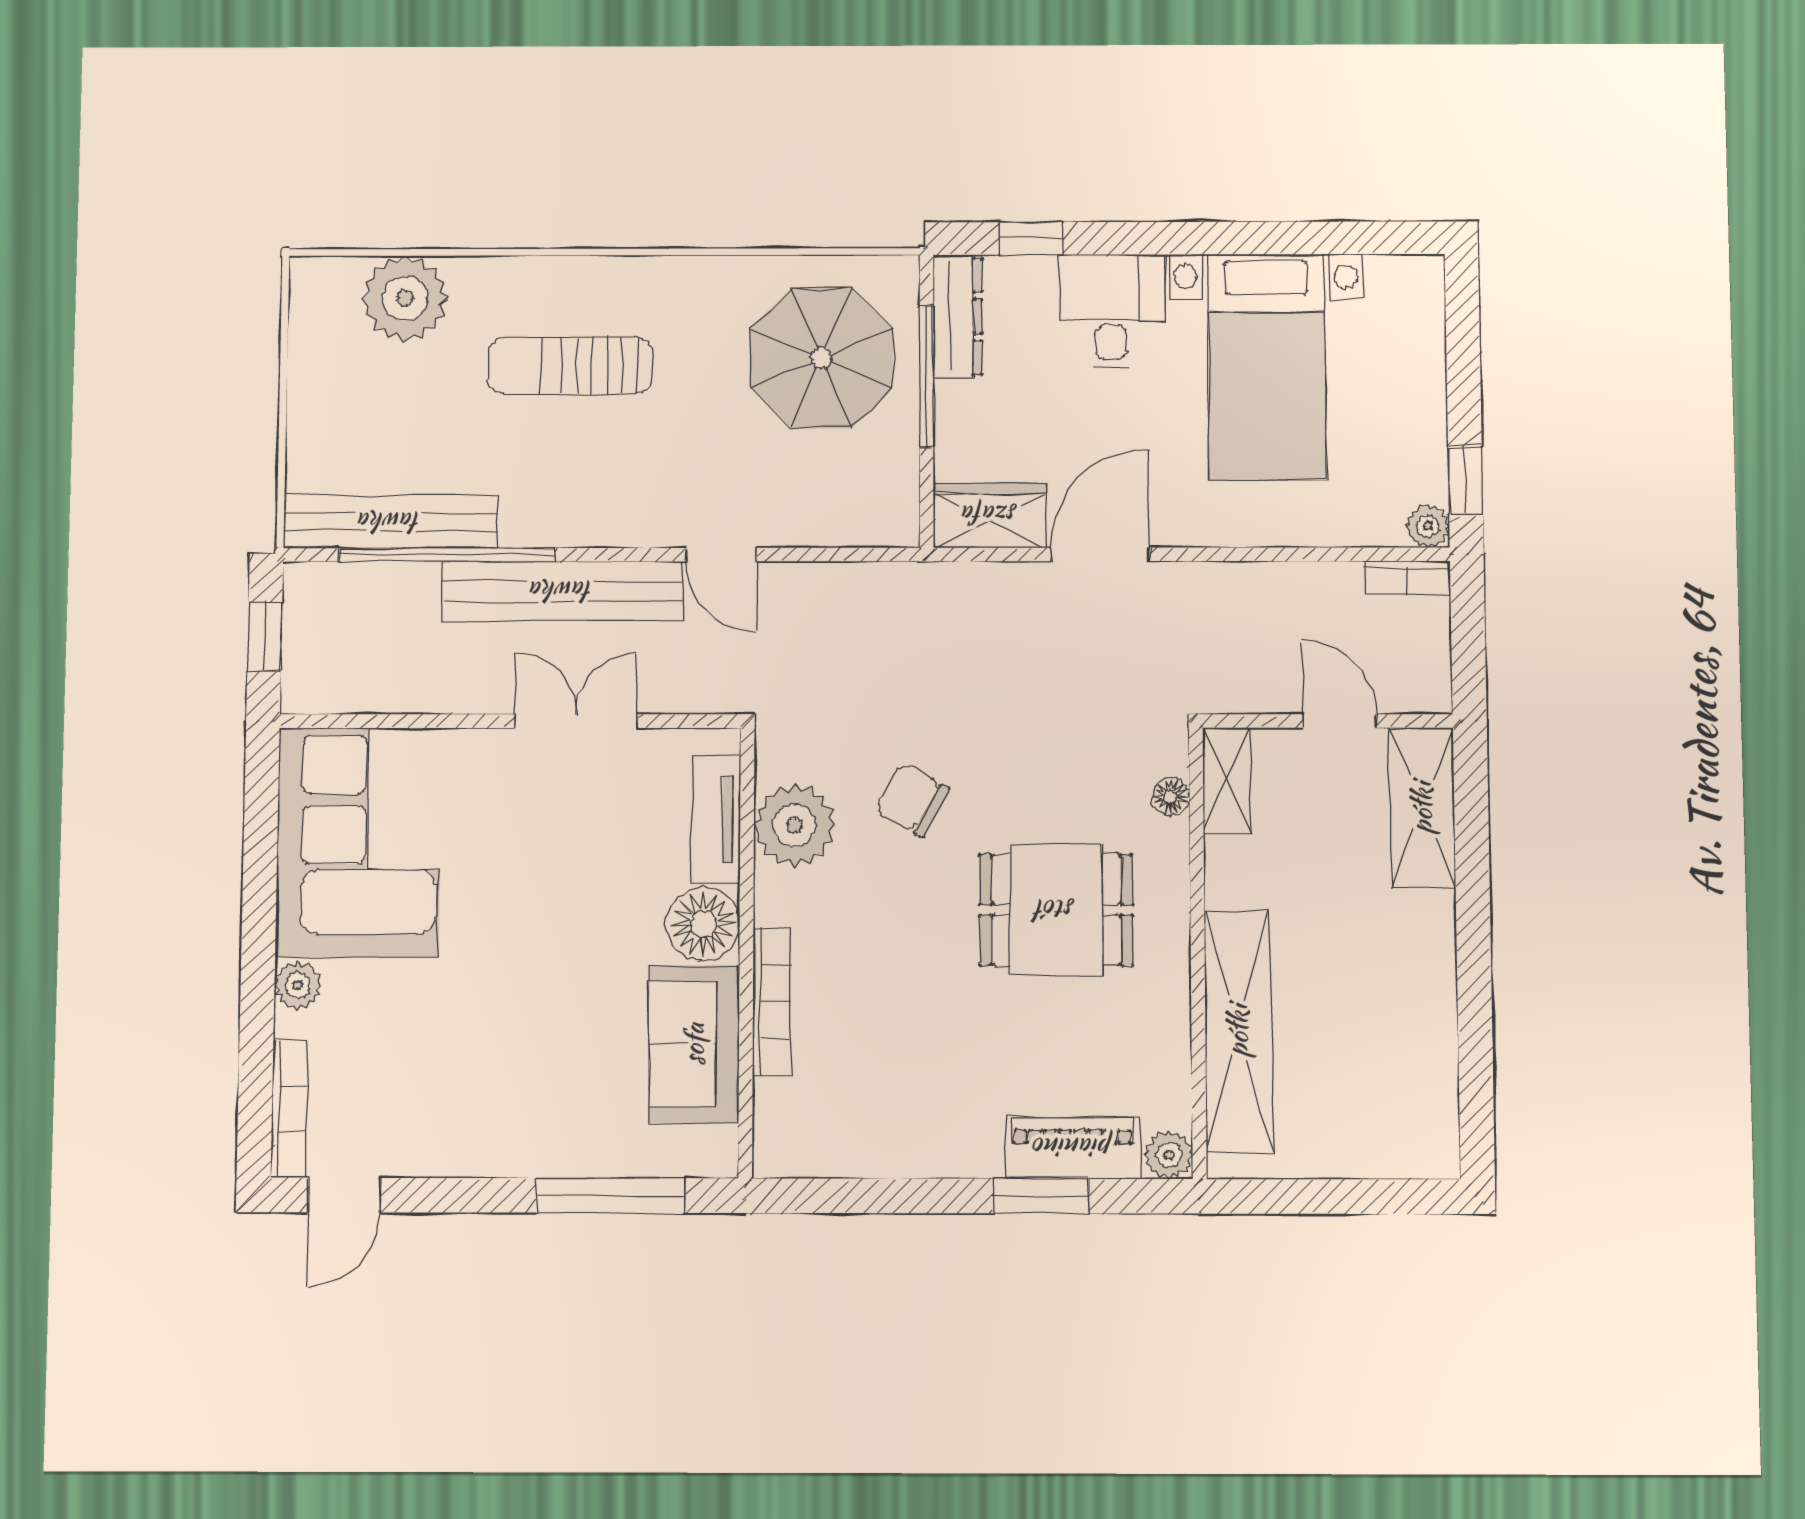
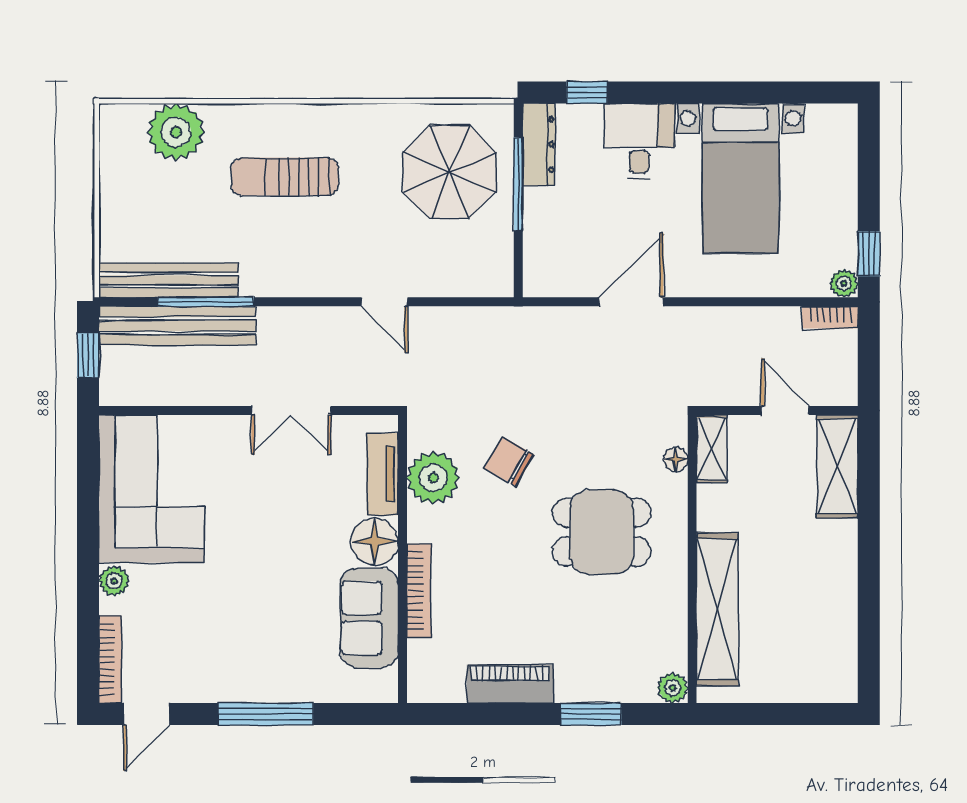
wardrobe: (990, 515) -> (559, 276), removed
window: (447, 555) -> (206, 302), width x0.68
bench: (562, 591) -> (177, 326), moved
double door: (576, 721) -> (291, 410), swing flipped
piano: (1073, 1148) -> (510, 684), moved
window: (611, 1195) -> (266, 714), moved

